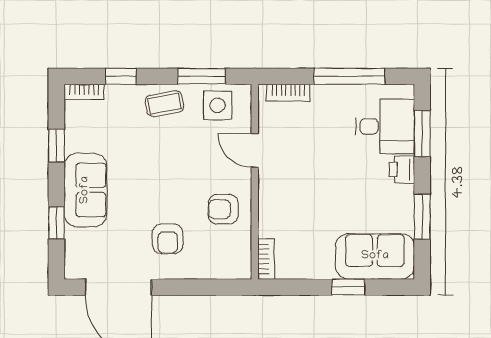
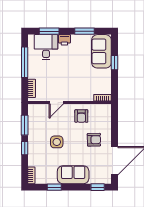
window: (121, 76) -> (25, 148), moved
coffee table: (165, 104) -> (36, 141), removed
side table: (218, 105) -> (57, 142), moved
window: (56, 223) -> (98, 187), moved

